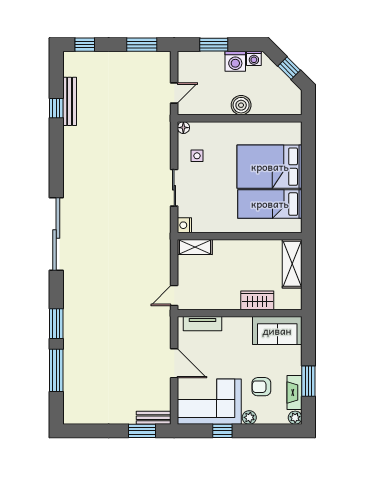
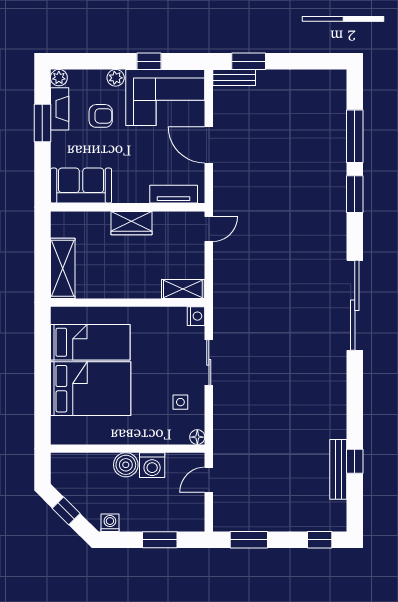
washing machine: (235, 61) -> (152, 465), moved, turned 180
wardrobe: (257, 300) -> (131, 223), moved

